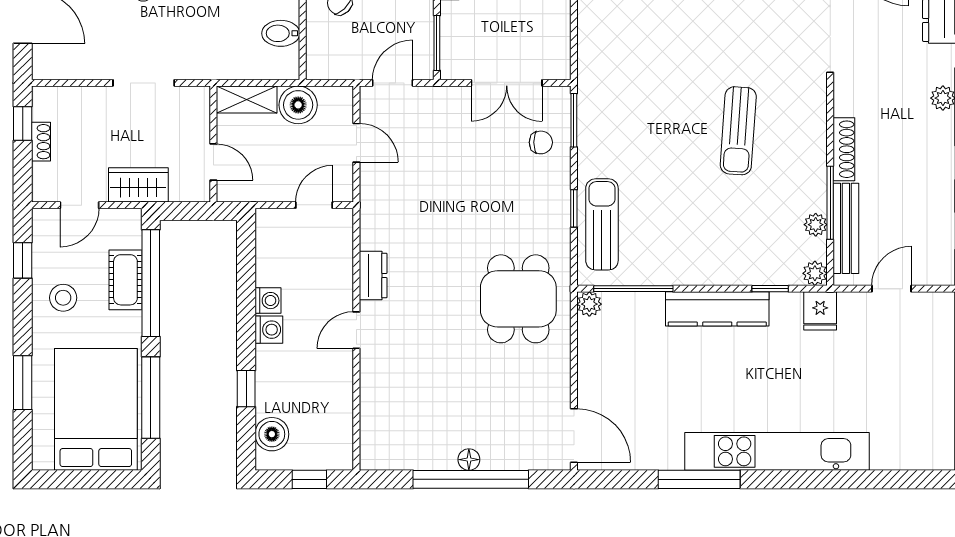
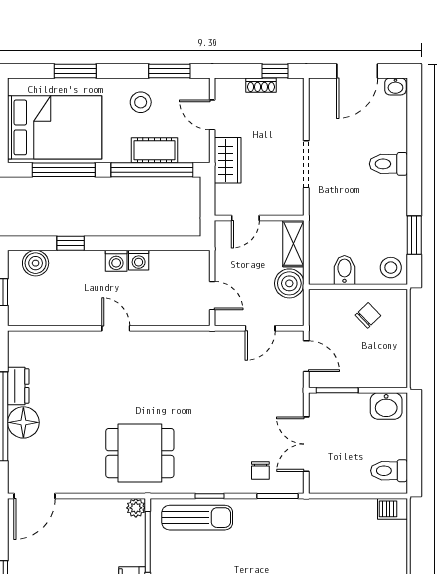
window: (23, 260) -> (169, 71), width x1.50
dresser: (373, 276) -> (18, 386), moved, turned -90
floor lamp: (469, 460) -> (23, 422), width x1.89, depth x1.89

